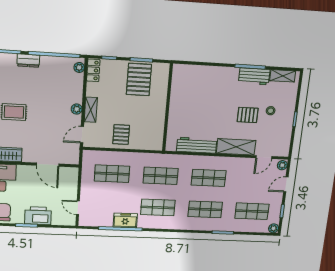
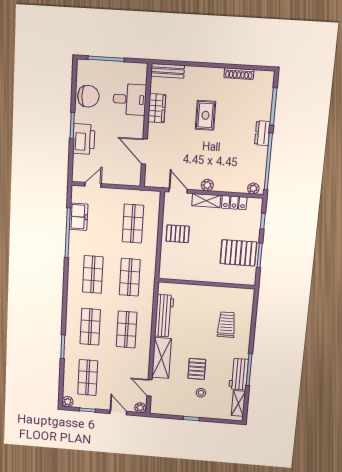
locker: (93, 70) -> (234, 203), moved
trolley: (206, 89) -> (226, 325), added
door: (48, 165) -> (144, 152), hinge flipped
freezer: (125, 220) -> (79, 217), moved

